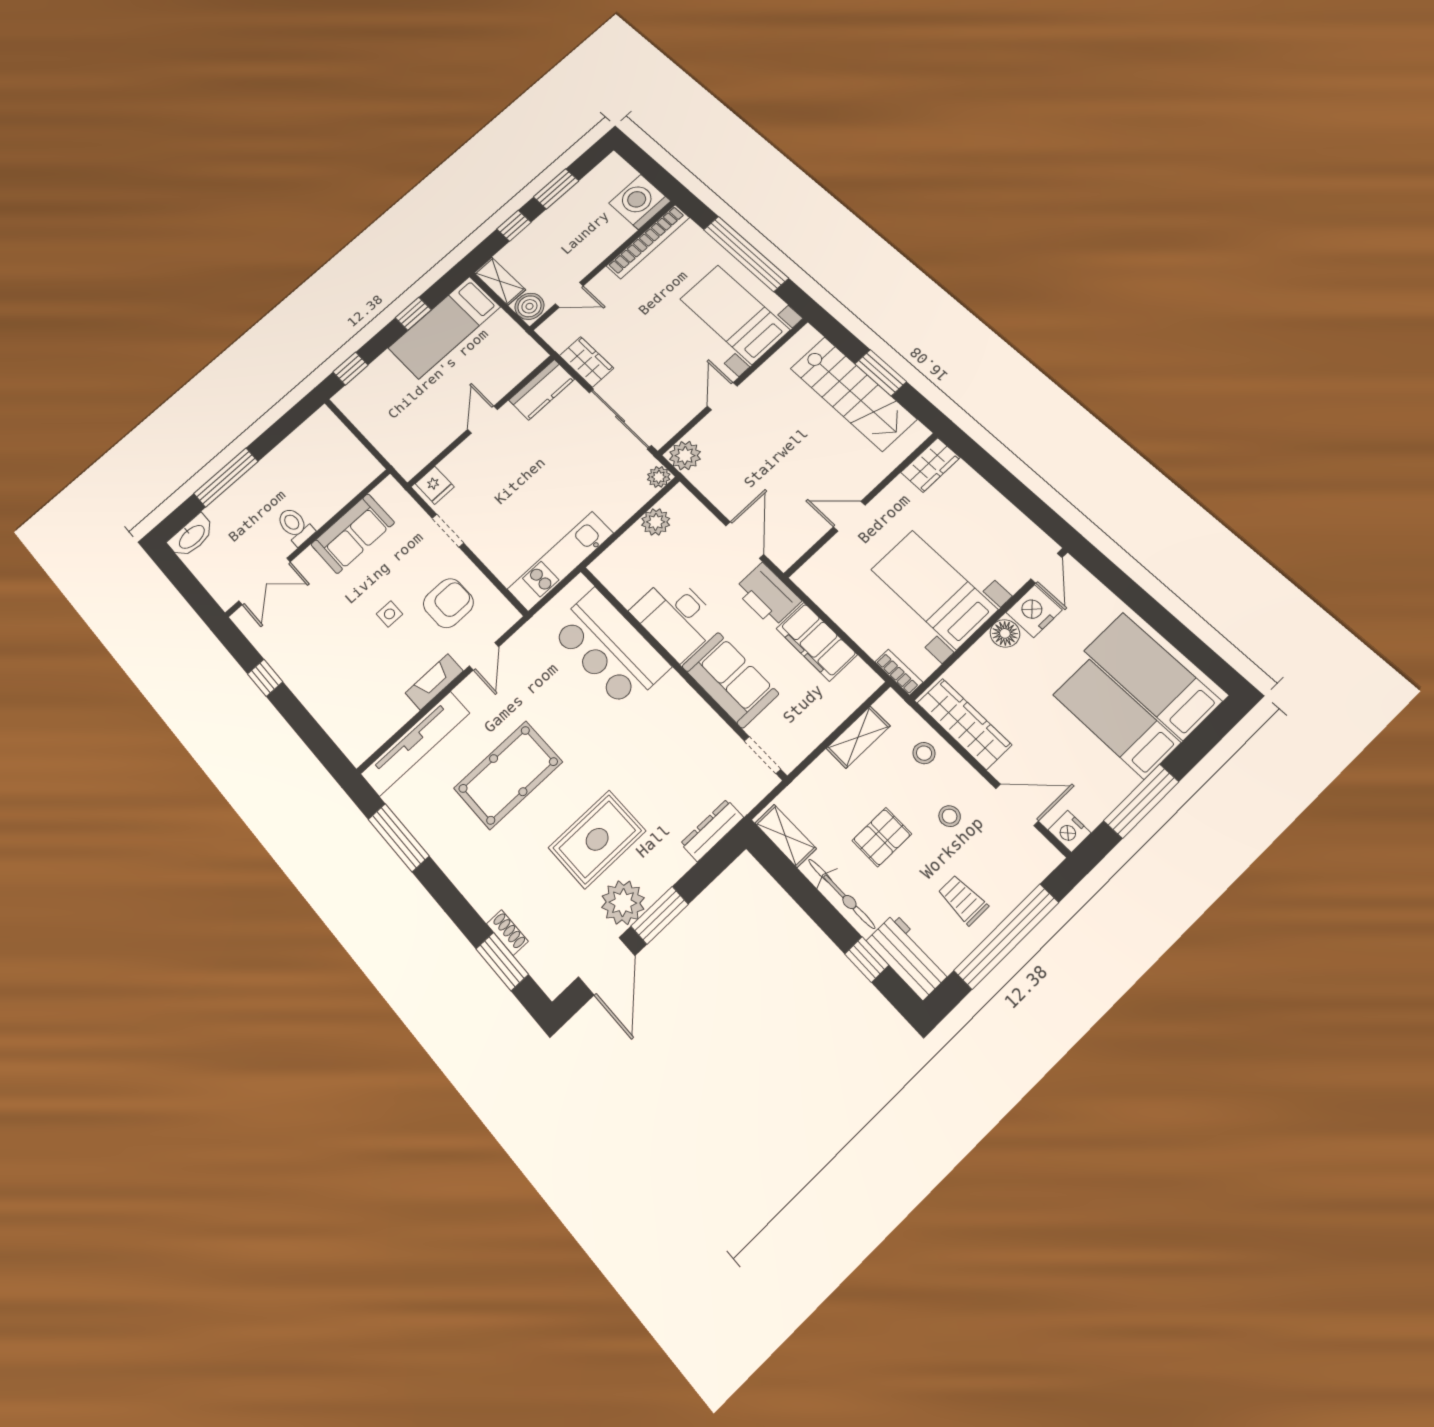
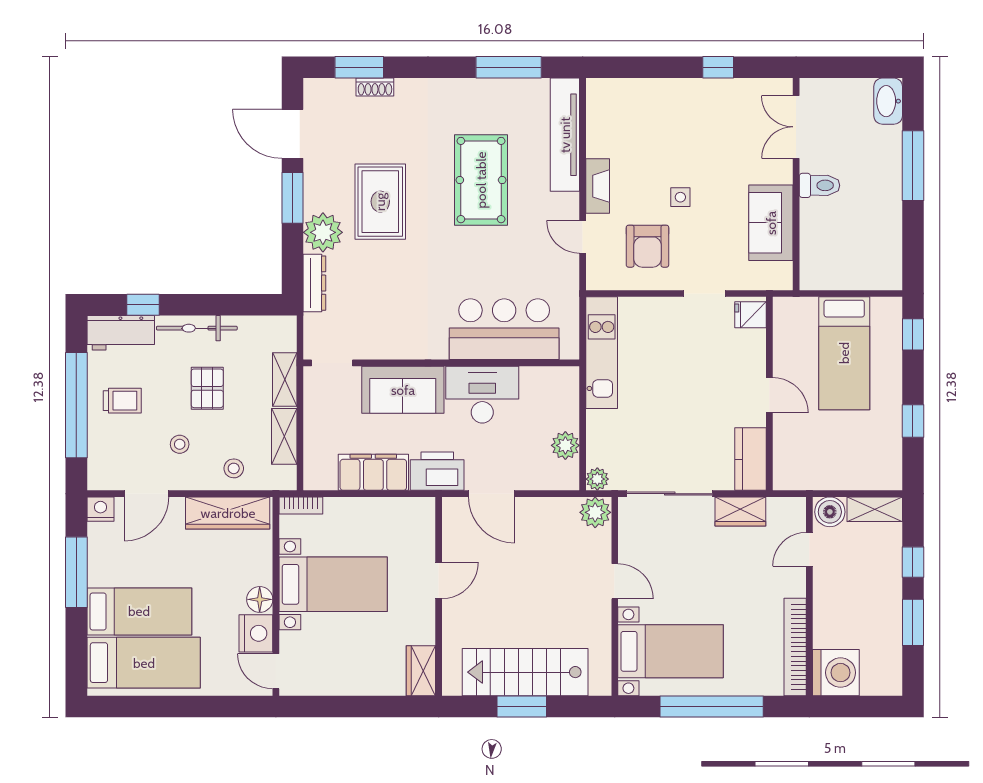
bed: (444, 327) -> (844, 353), moved, turned 180
shelving: (785, 836) -> (285, 380), moved, turned 90
plant: (623, 903) -> (323, 232), moved

